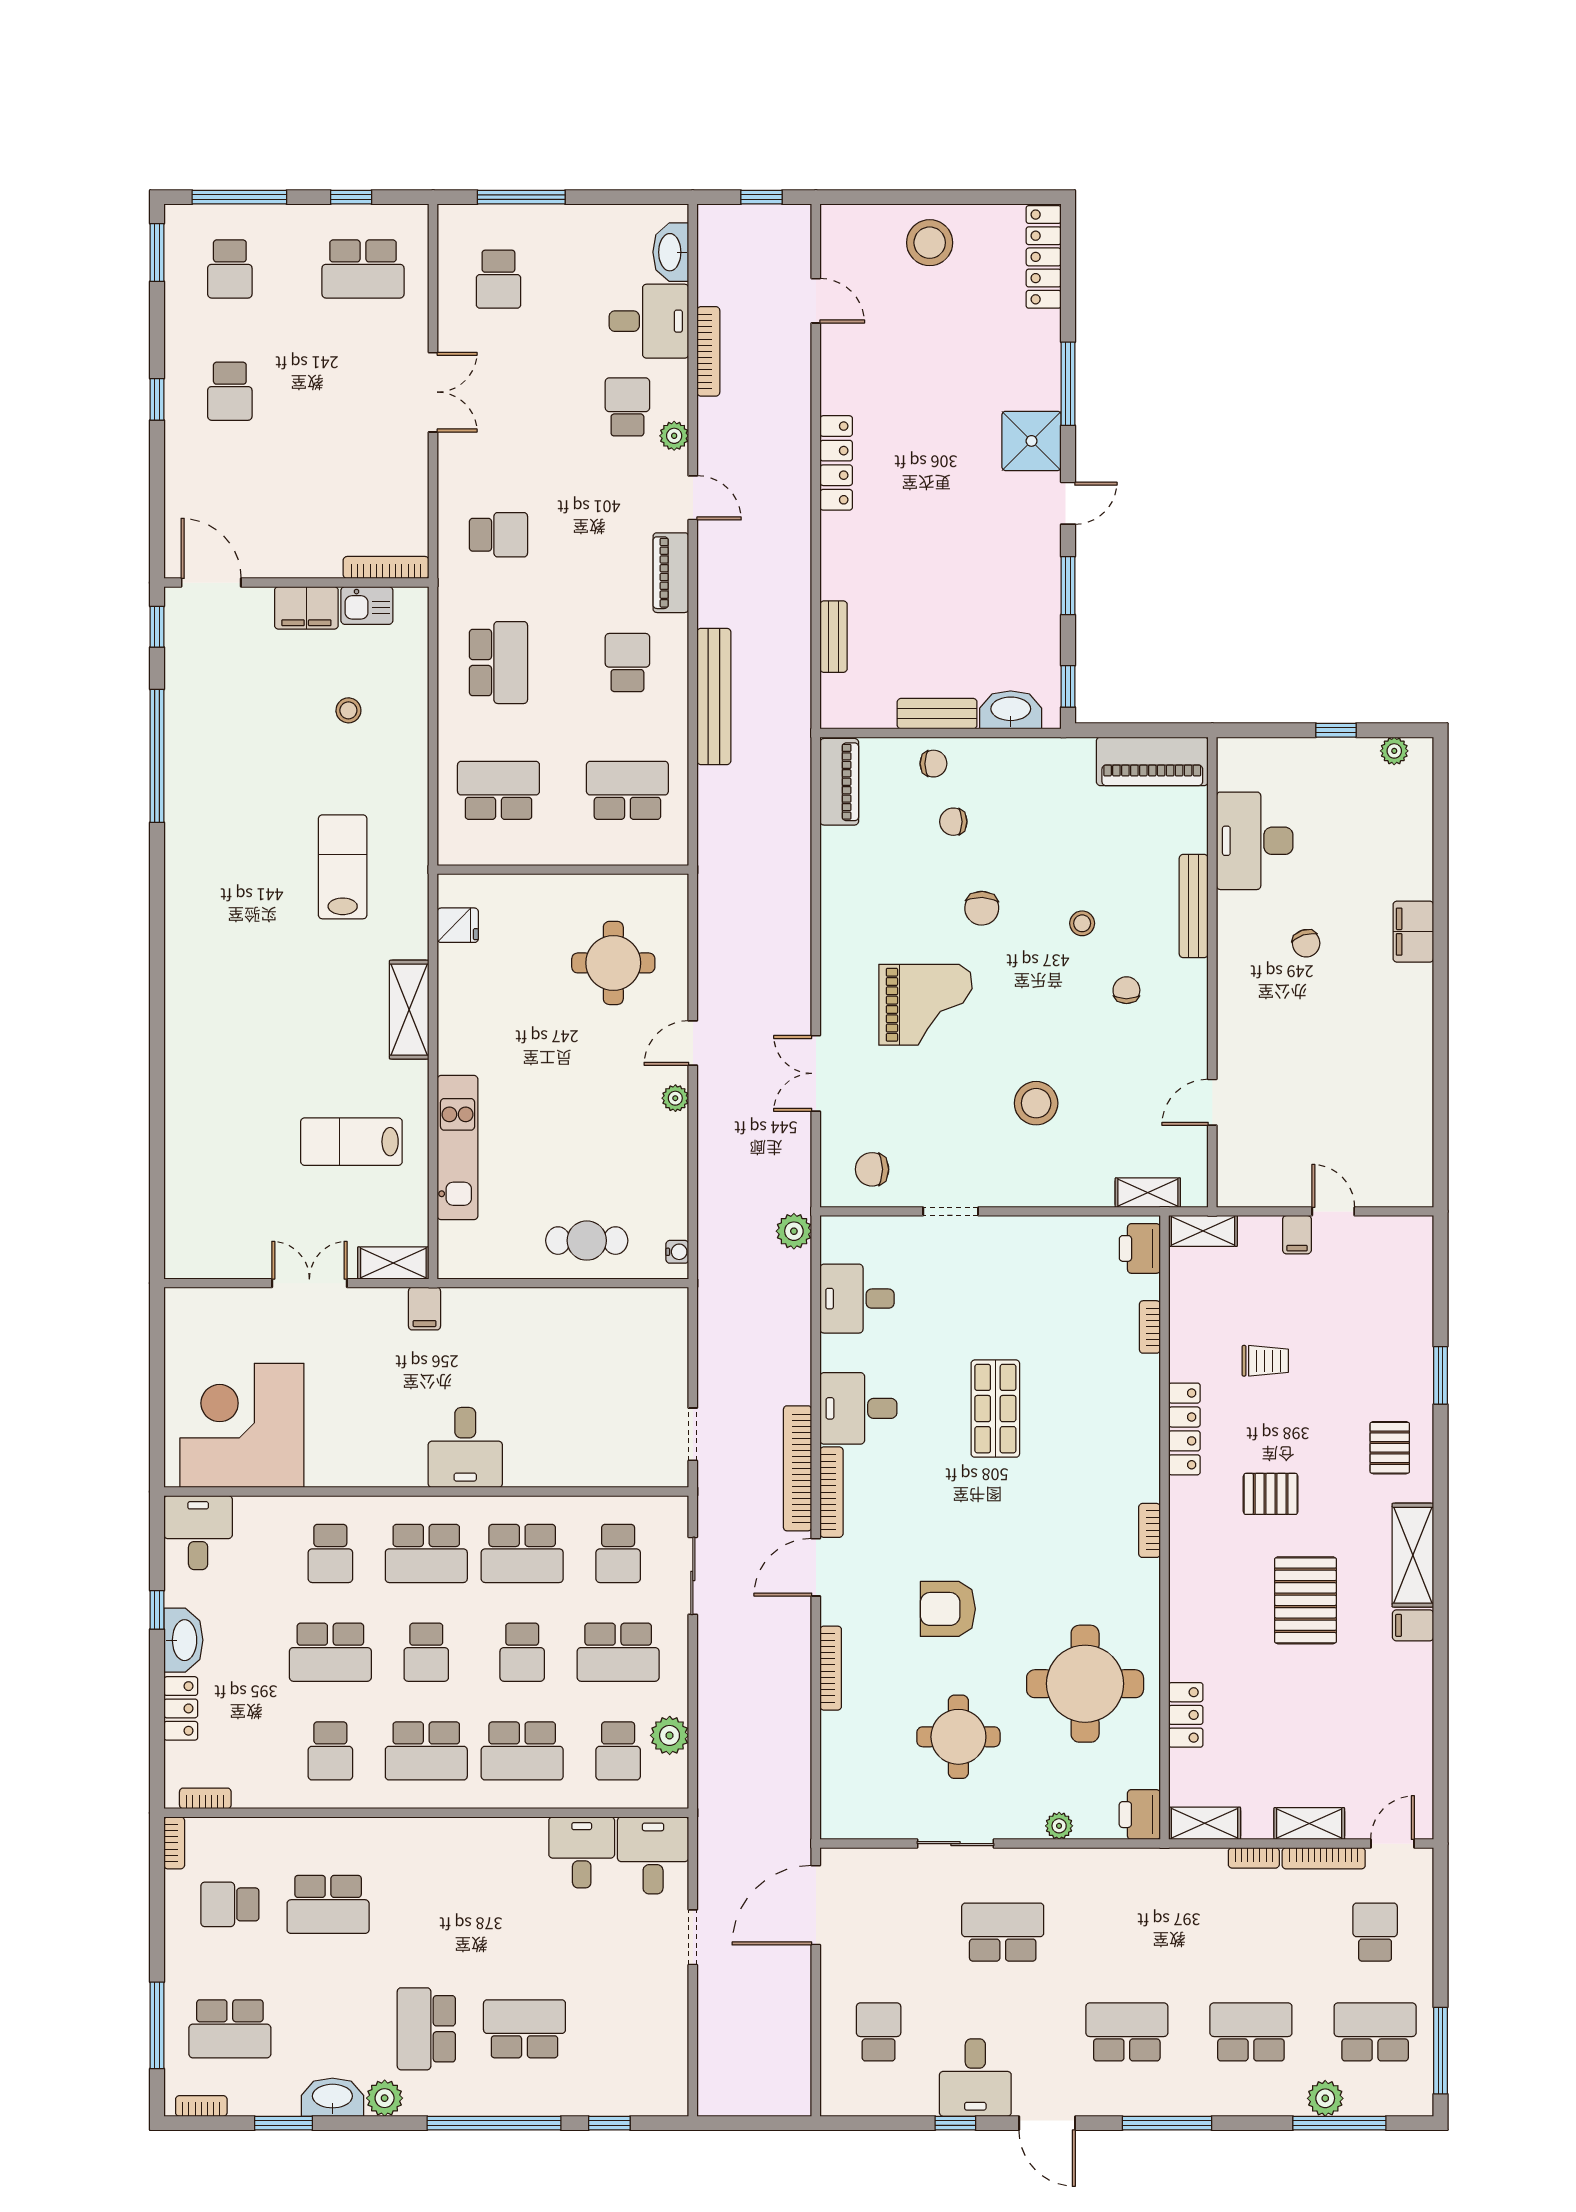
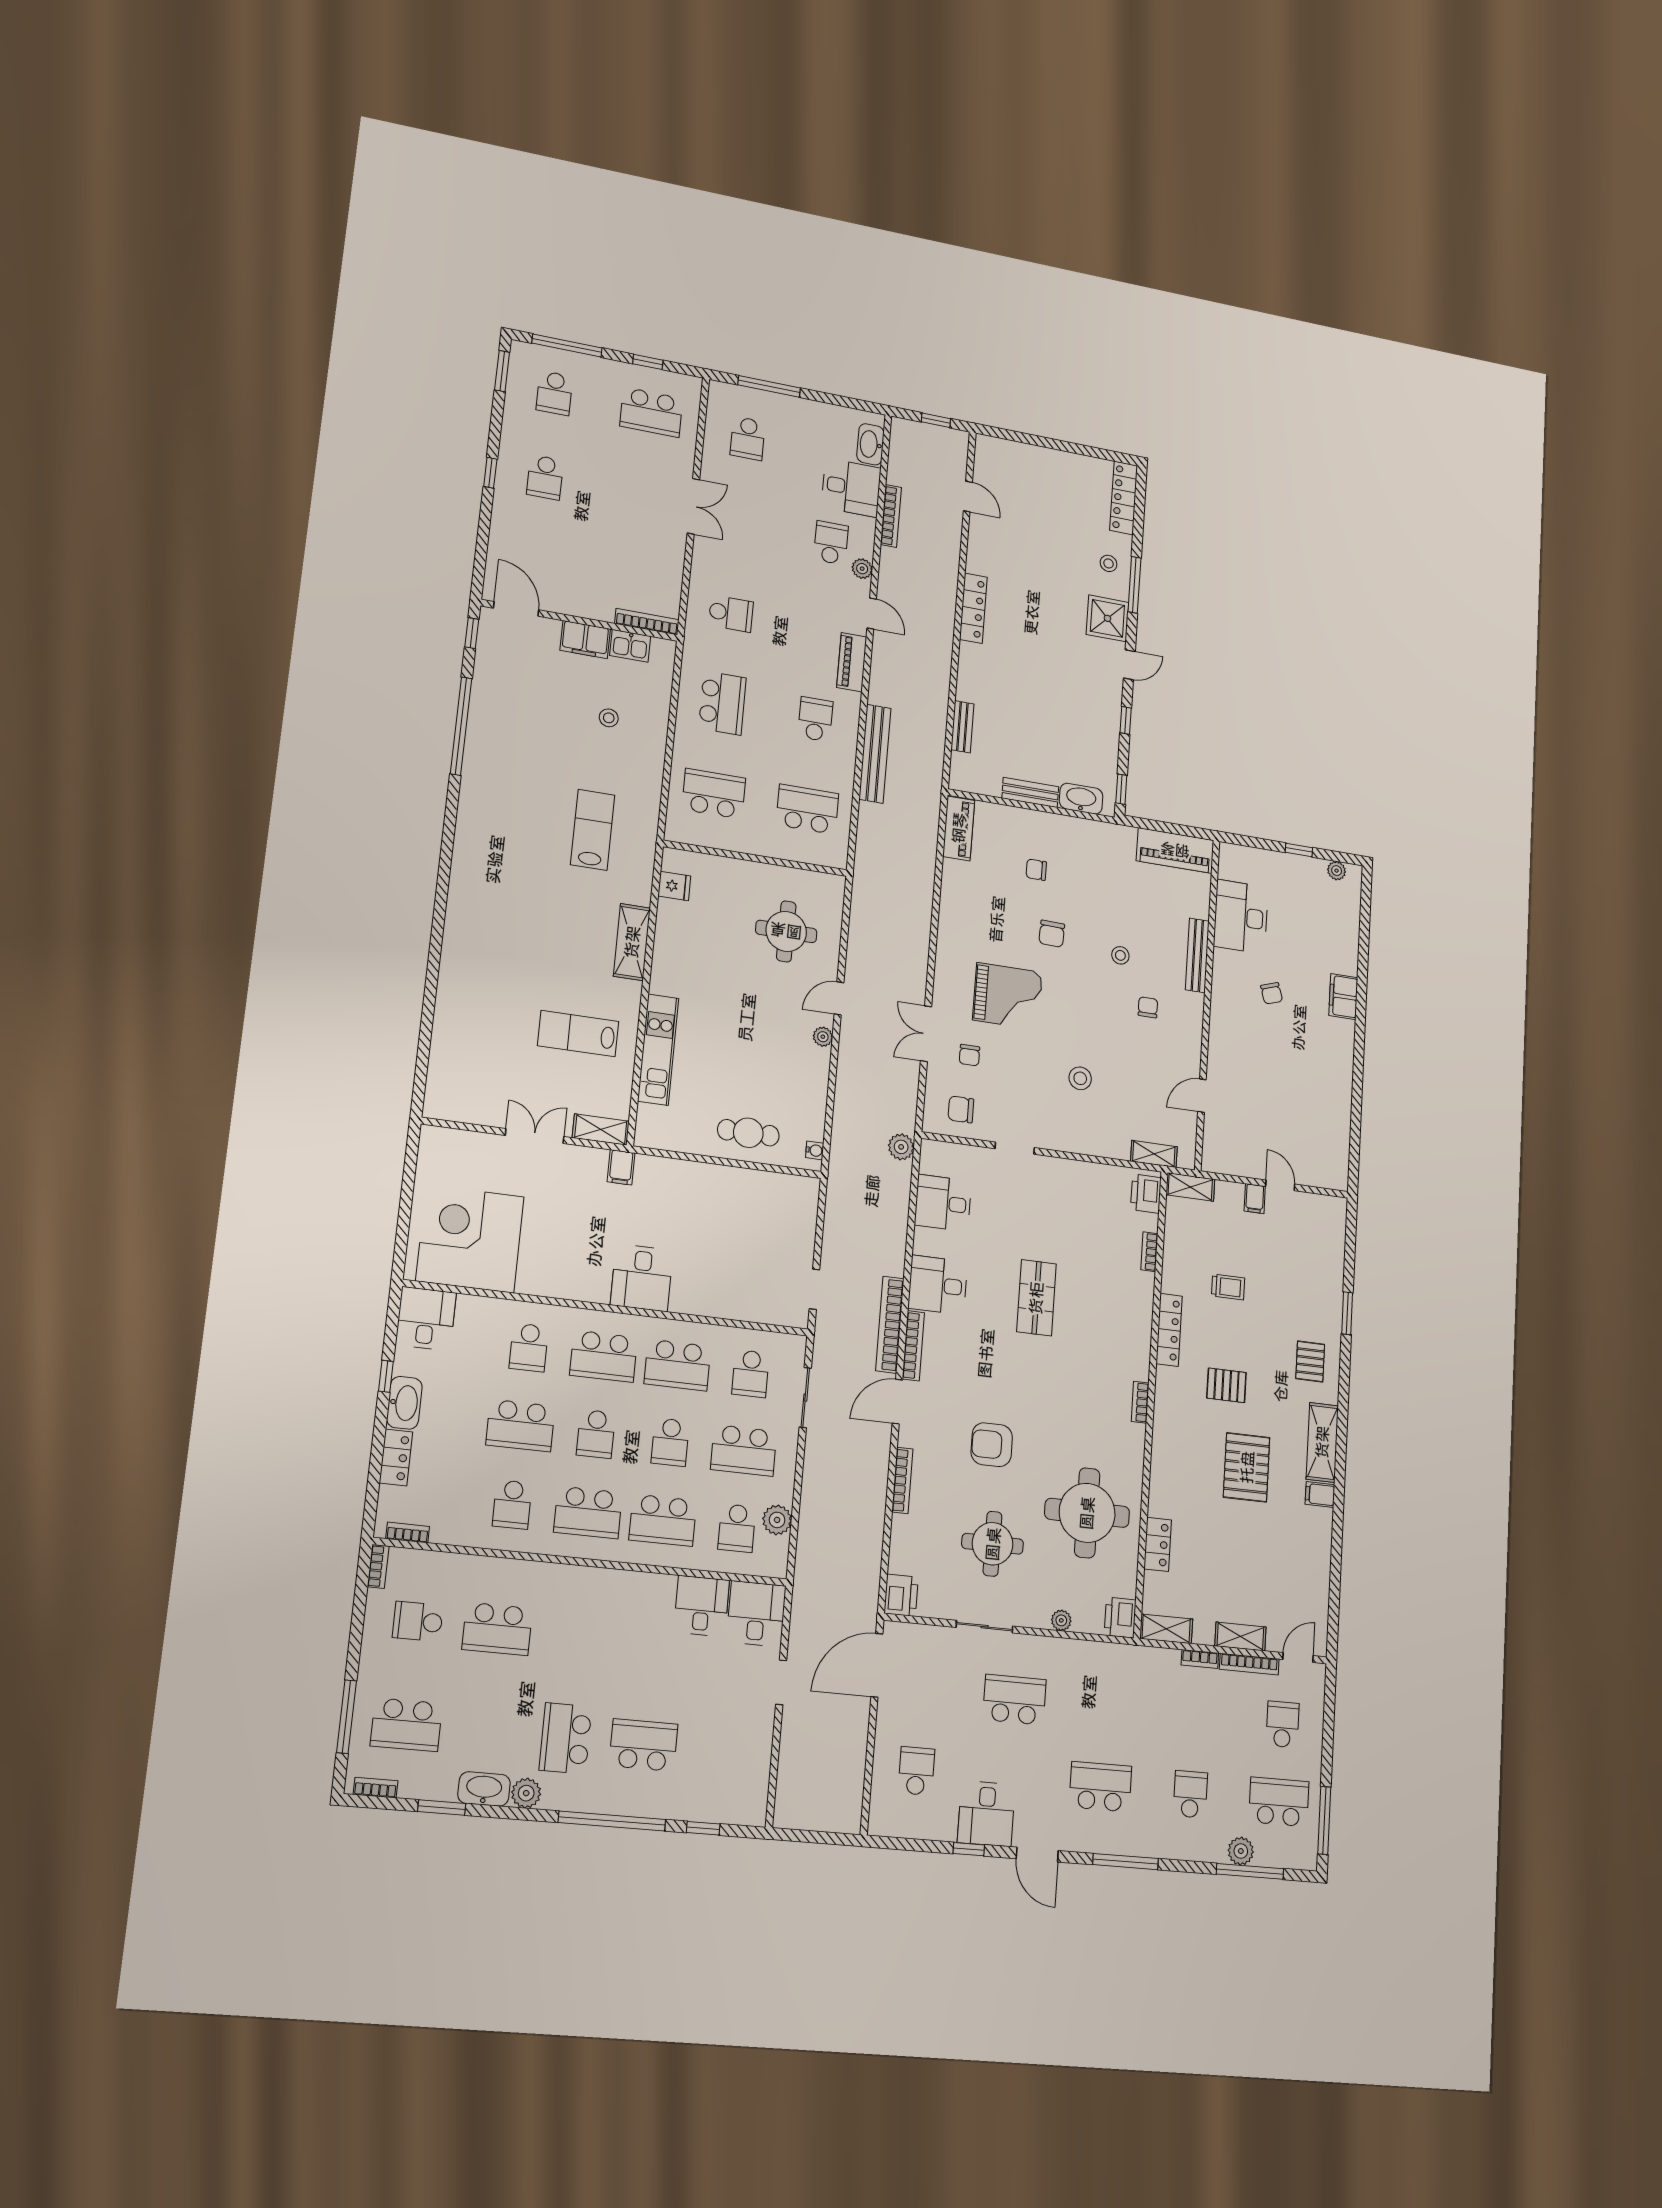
stool: (930, 243) -> (1109, 563), moved, width x0.53, depth x0.53
window: (1068, 586) -> (1126, 720), width x0.67
chair: (933, 764) -> (969, 1055), moved, turned 90
stool: (1036, 1103) -> (1080, 1078), width x0.73, depth x0.73
printer: (841, 1814) -> (901, 1595), added
school desk: (1251, 2032) -> (1190, 1794), width x0.54

